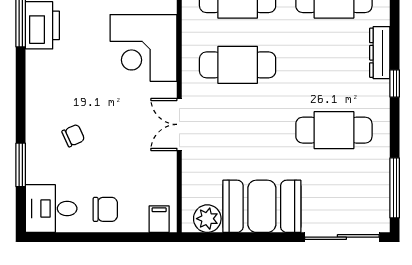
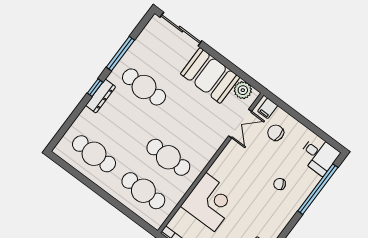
dresser: (380, 53) -> (101, 96), moved
double door: (179, 124) -> (240, 124), moved
window: (21, 165) -> (318, 189), width x2.11
window: (395, 188) -> (120, 54), moved
chair: (105, 209) -> (276, 133), moved

